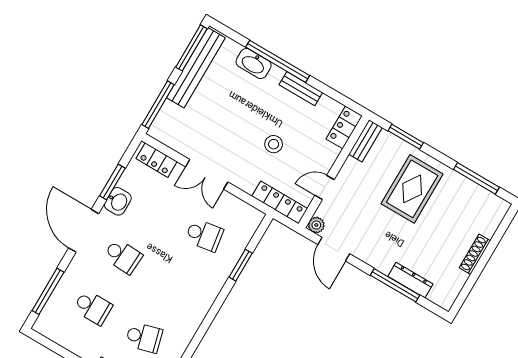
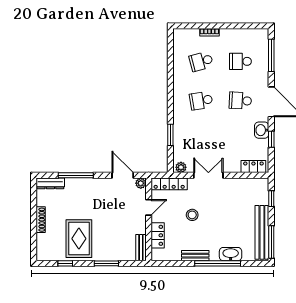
window: (158, 105) -> (271, 199), width x0.46
locker: (344, 127) -> (158, 235), moved
window: (406, 137) -> (106, 263), moved
double door: (207, 174) -> (208, 175), moved
window: (476, 178) -> (65, 263), width x0.46
window: (112, 182) -> (271, 139), width x0.67
rug: (412, 189) -> (79, 239), moved
plant: (252, 215) -> (181, 167), added
school desk: (204, 235) -> (201, 101), moved
dresser: (410, 280) -> (50, 183), moved

